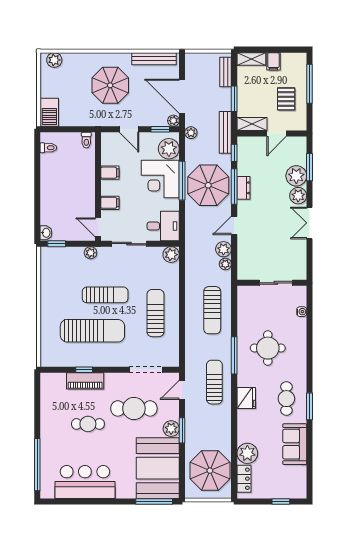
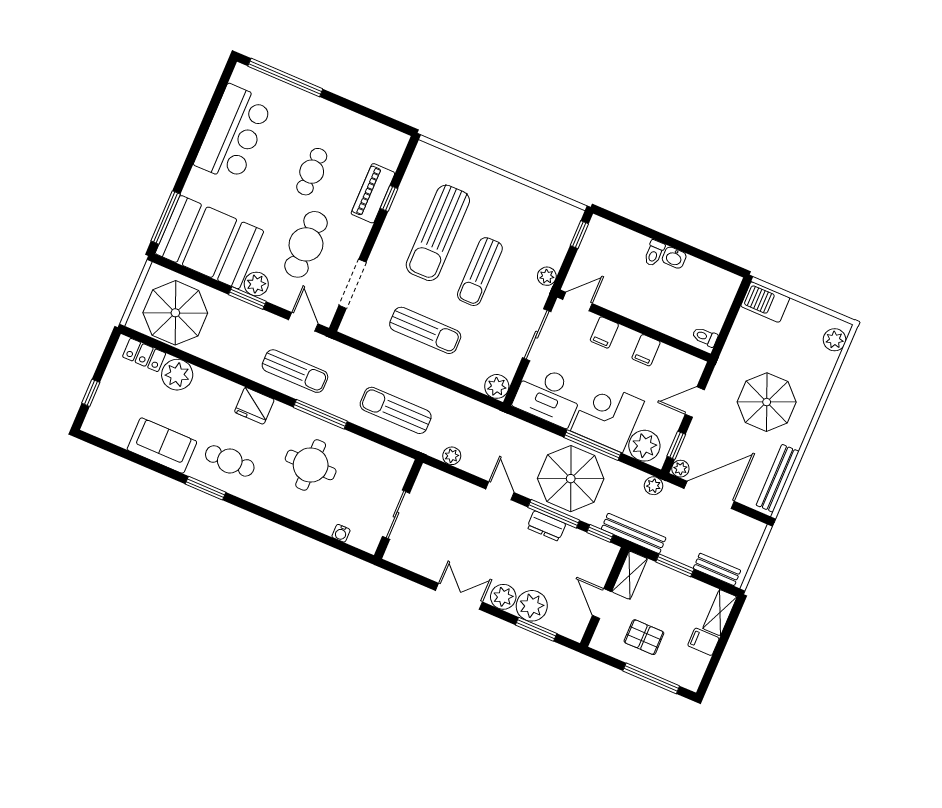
toilet: (48, 148) -> (654, 253), moved
desk: (163, 226) -> (549, 396), width x1.37
washbasin: (46, 233) -> (674, 258), moved
plant: (223, 249) -> (473, 462), removed

